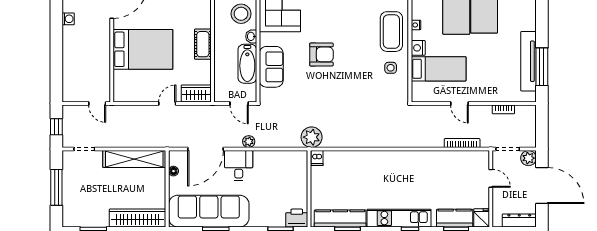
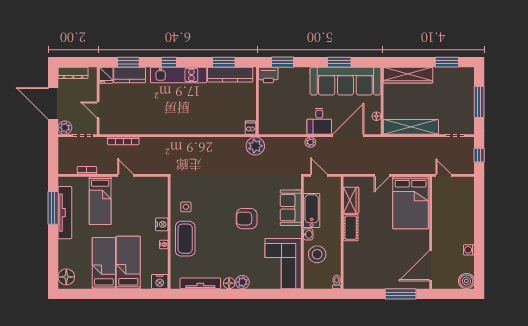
bed: (143, 49) -> (411, 203), moved, turned -90
bed: (439, 69) -> (100, 201), moved, turned -90
wardrobe: (196, 94) -> (351, 200), moved, turned -90

